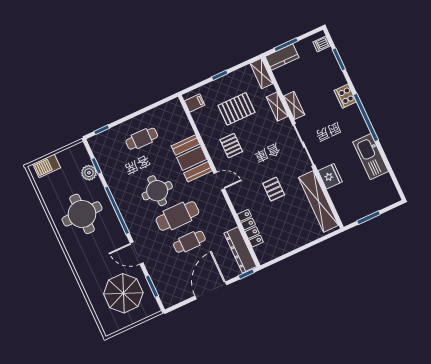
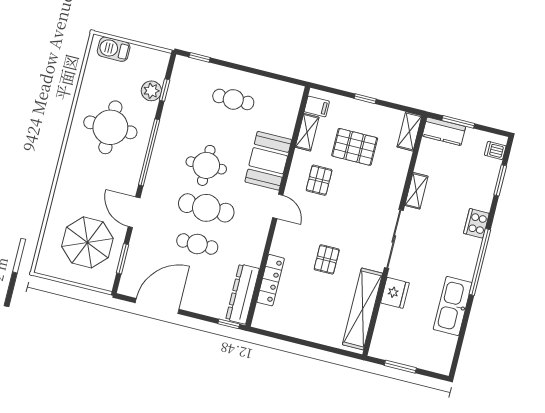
shelving: (277, 107) -> (307, 132), moved
door: (211, 290) -> (157, 306), moved

